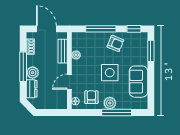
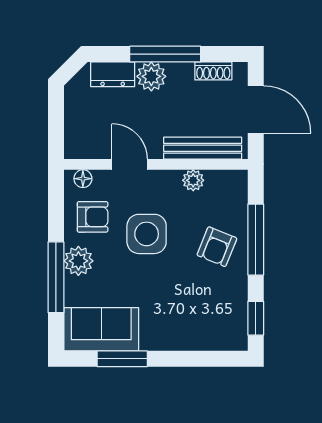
door: (46, 29) -> (256, 109), hinge flipped
armchair: (115, 43) -> (217, 247), moved
bench: (63, 51) -> (203, 148), width x1.36
window: (151, 51) -> (122, 359), moved
side table: (110, 73) -> (147, 234), moved
sofa: (138, 82) -> (101, 329), moved

